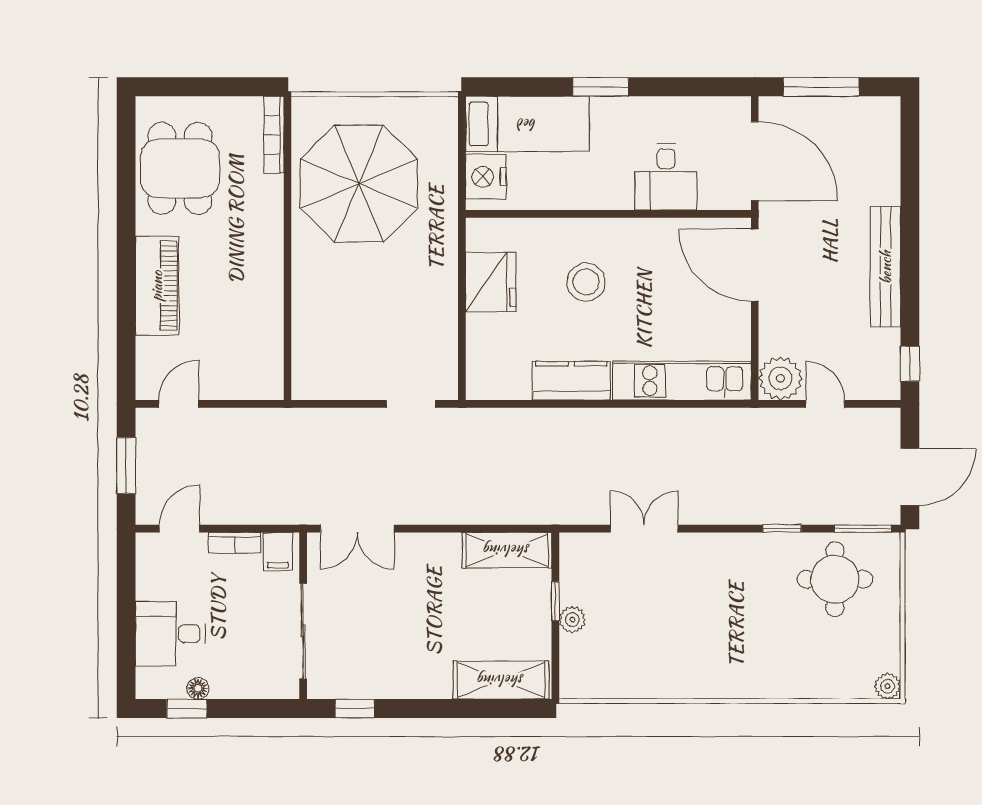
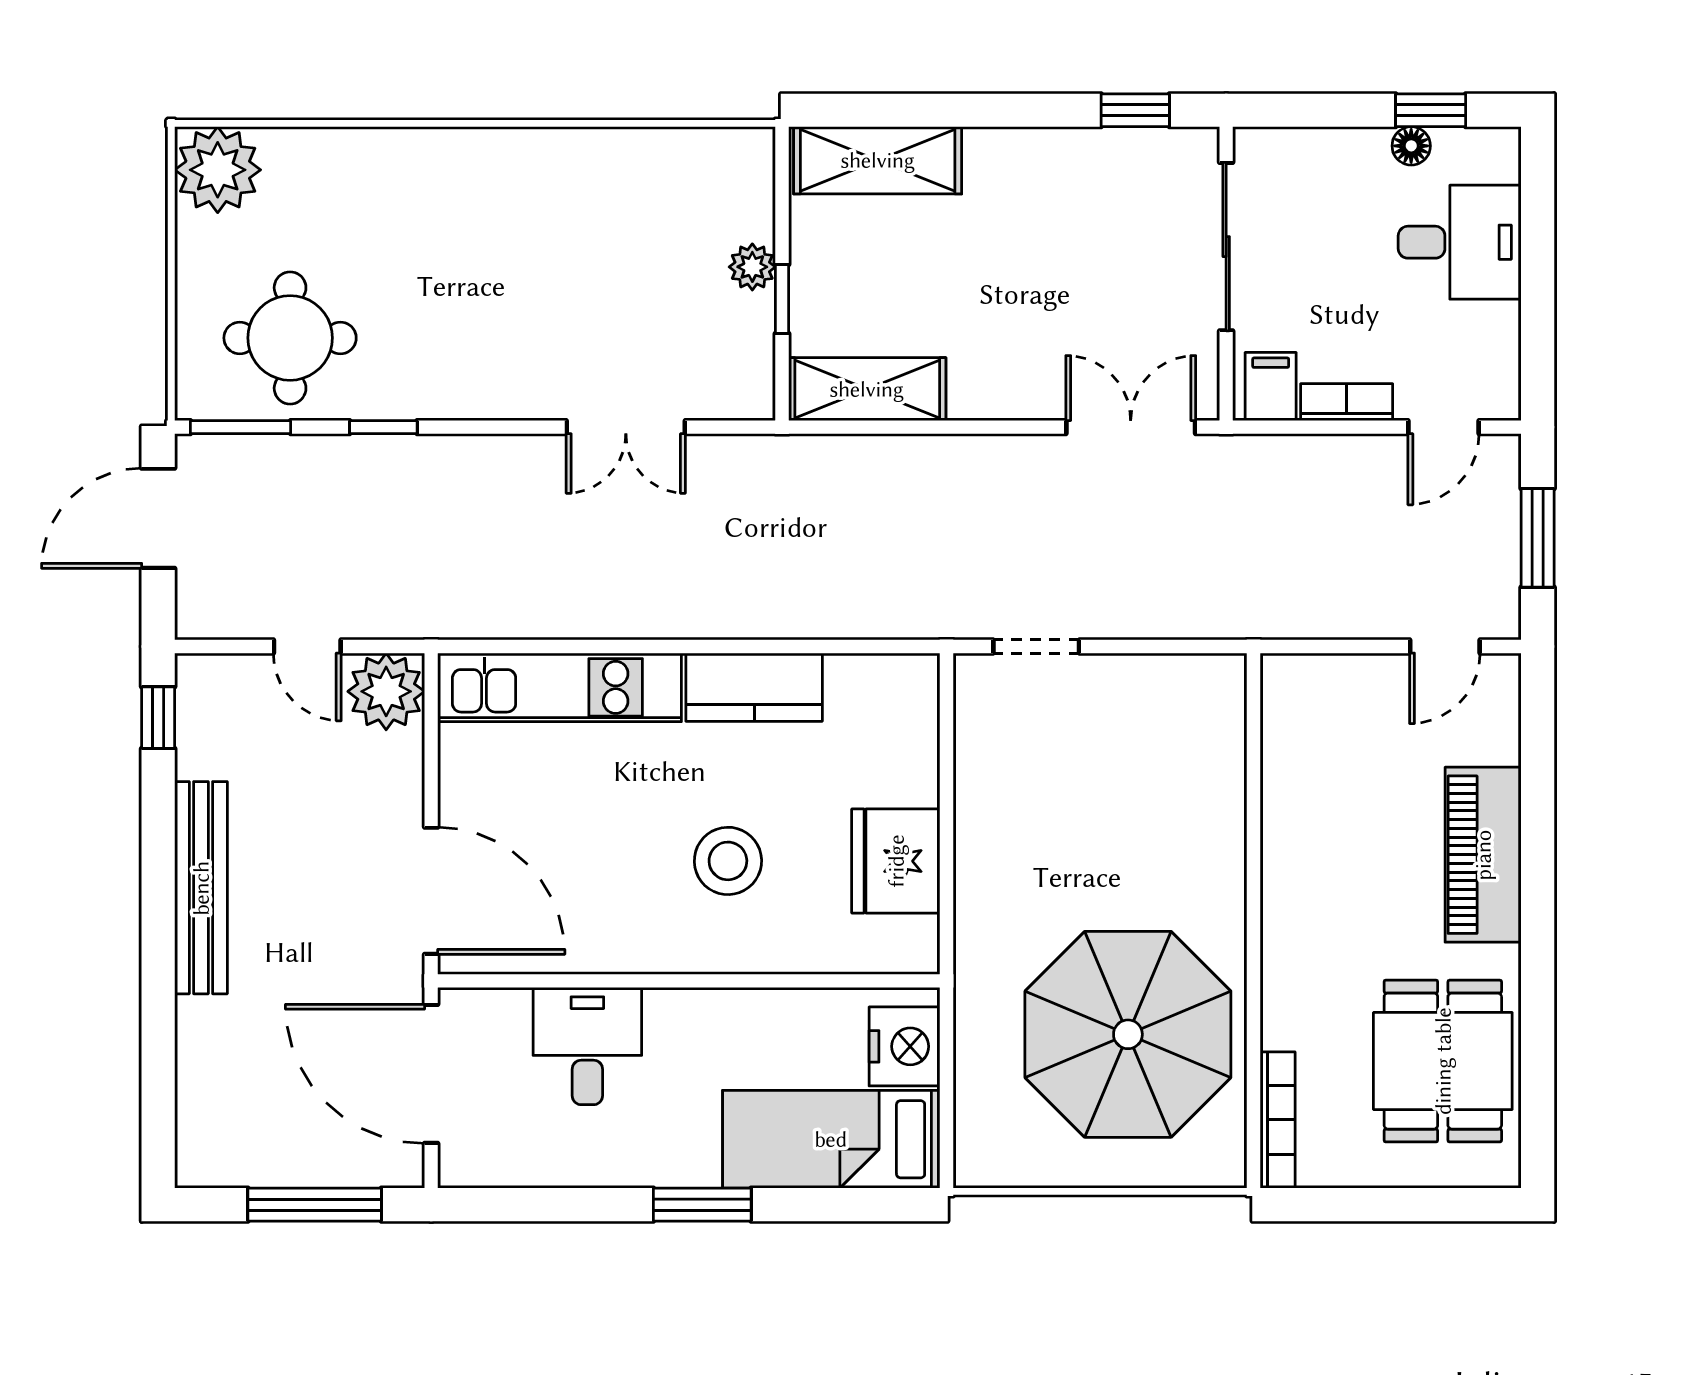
plant: (887, 686) -> (218, 170), width x1.87, depth x1.87

